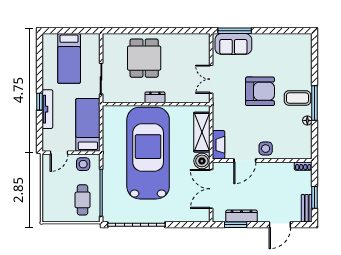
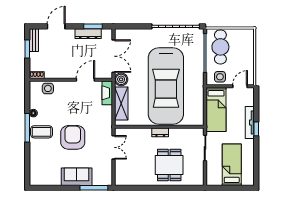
sofa: (233, 44) -> (77, 177), moved
armchair: (260, 91) -> (73, 137), turned 90
side table: (266, 149) -> (48, 88), moved
cafe table: (83, 200) -> (220, 47), width x1.37, depth x1.35

